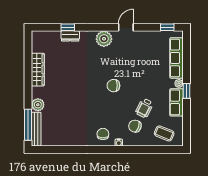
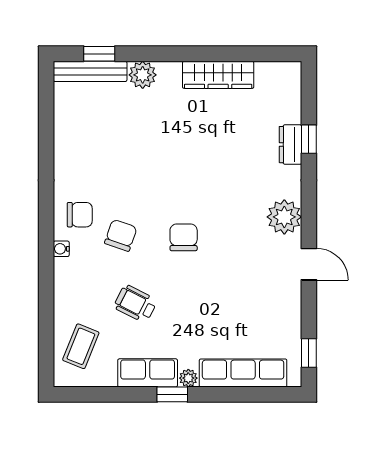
window: (28, 125) -> (99, 54), width x0.46
chair: (135, 126) -> (121, 235), moved

